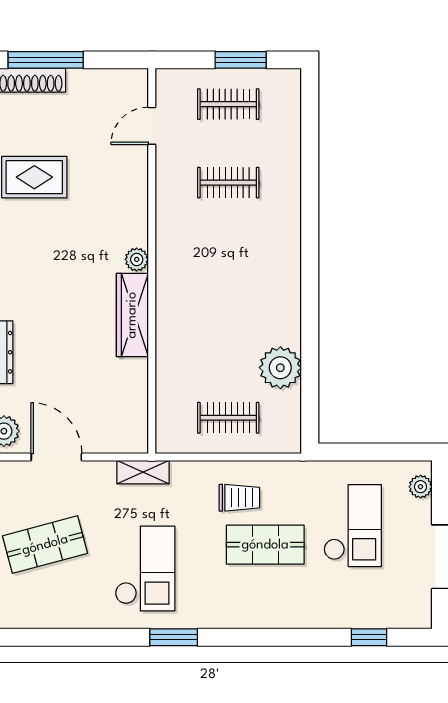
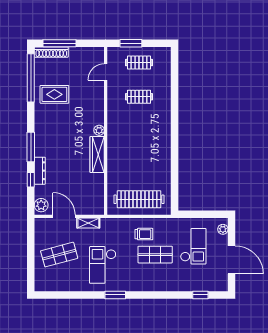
window: (241, 60) -> (131, 43), moved
plant: (280, 368) -> (162, 177), removed
clothes rail: (228, 418) -> (139, 199), width x1.86, depth x1.31
shelving: (143, 472) -> (88, 223), moved
checkout: (145, 568) -> (103, 265), turned 180

